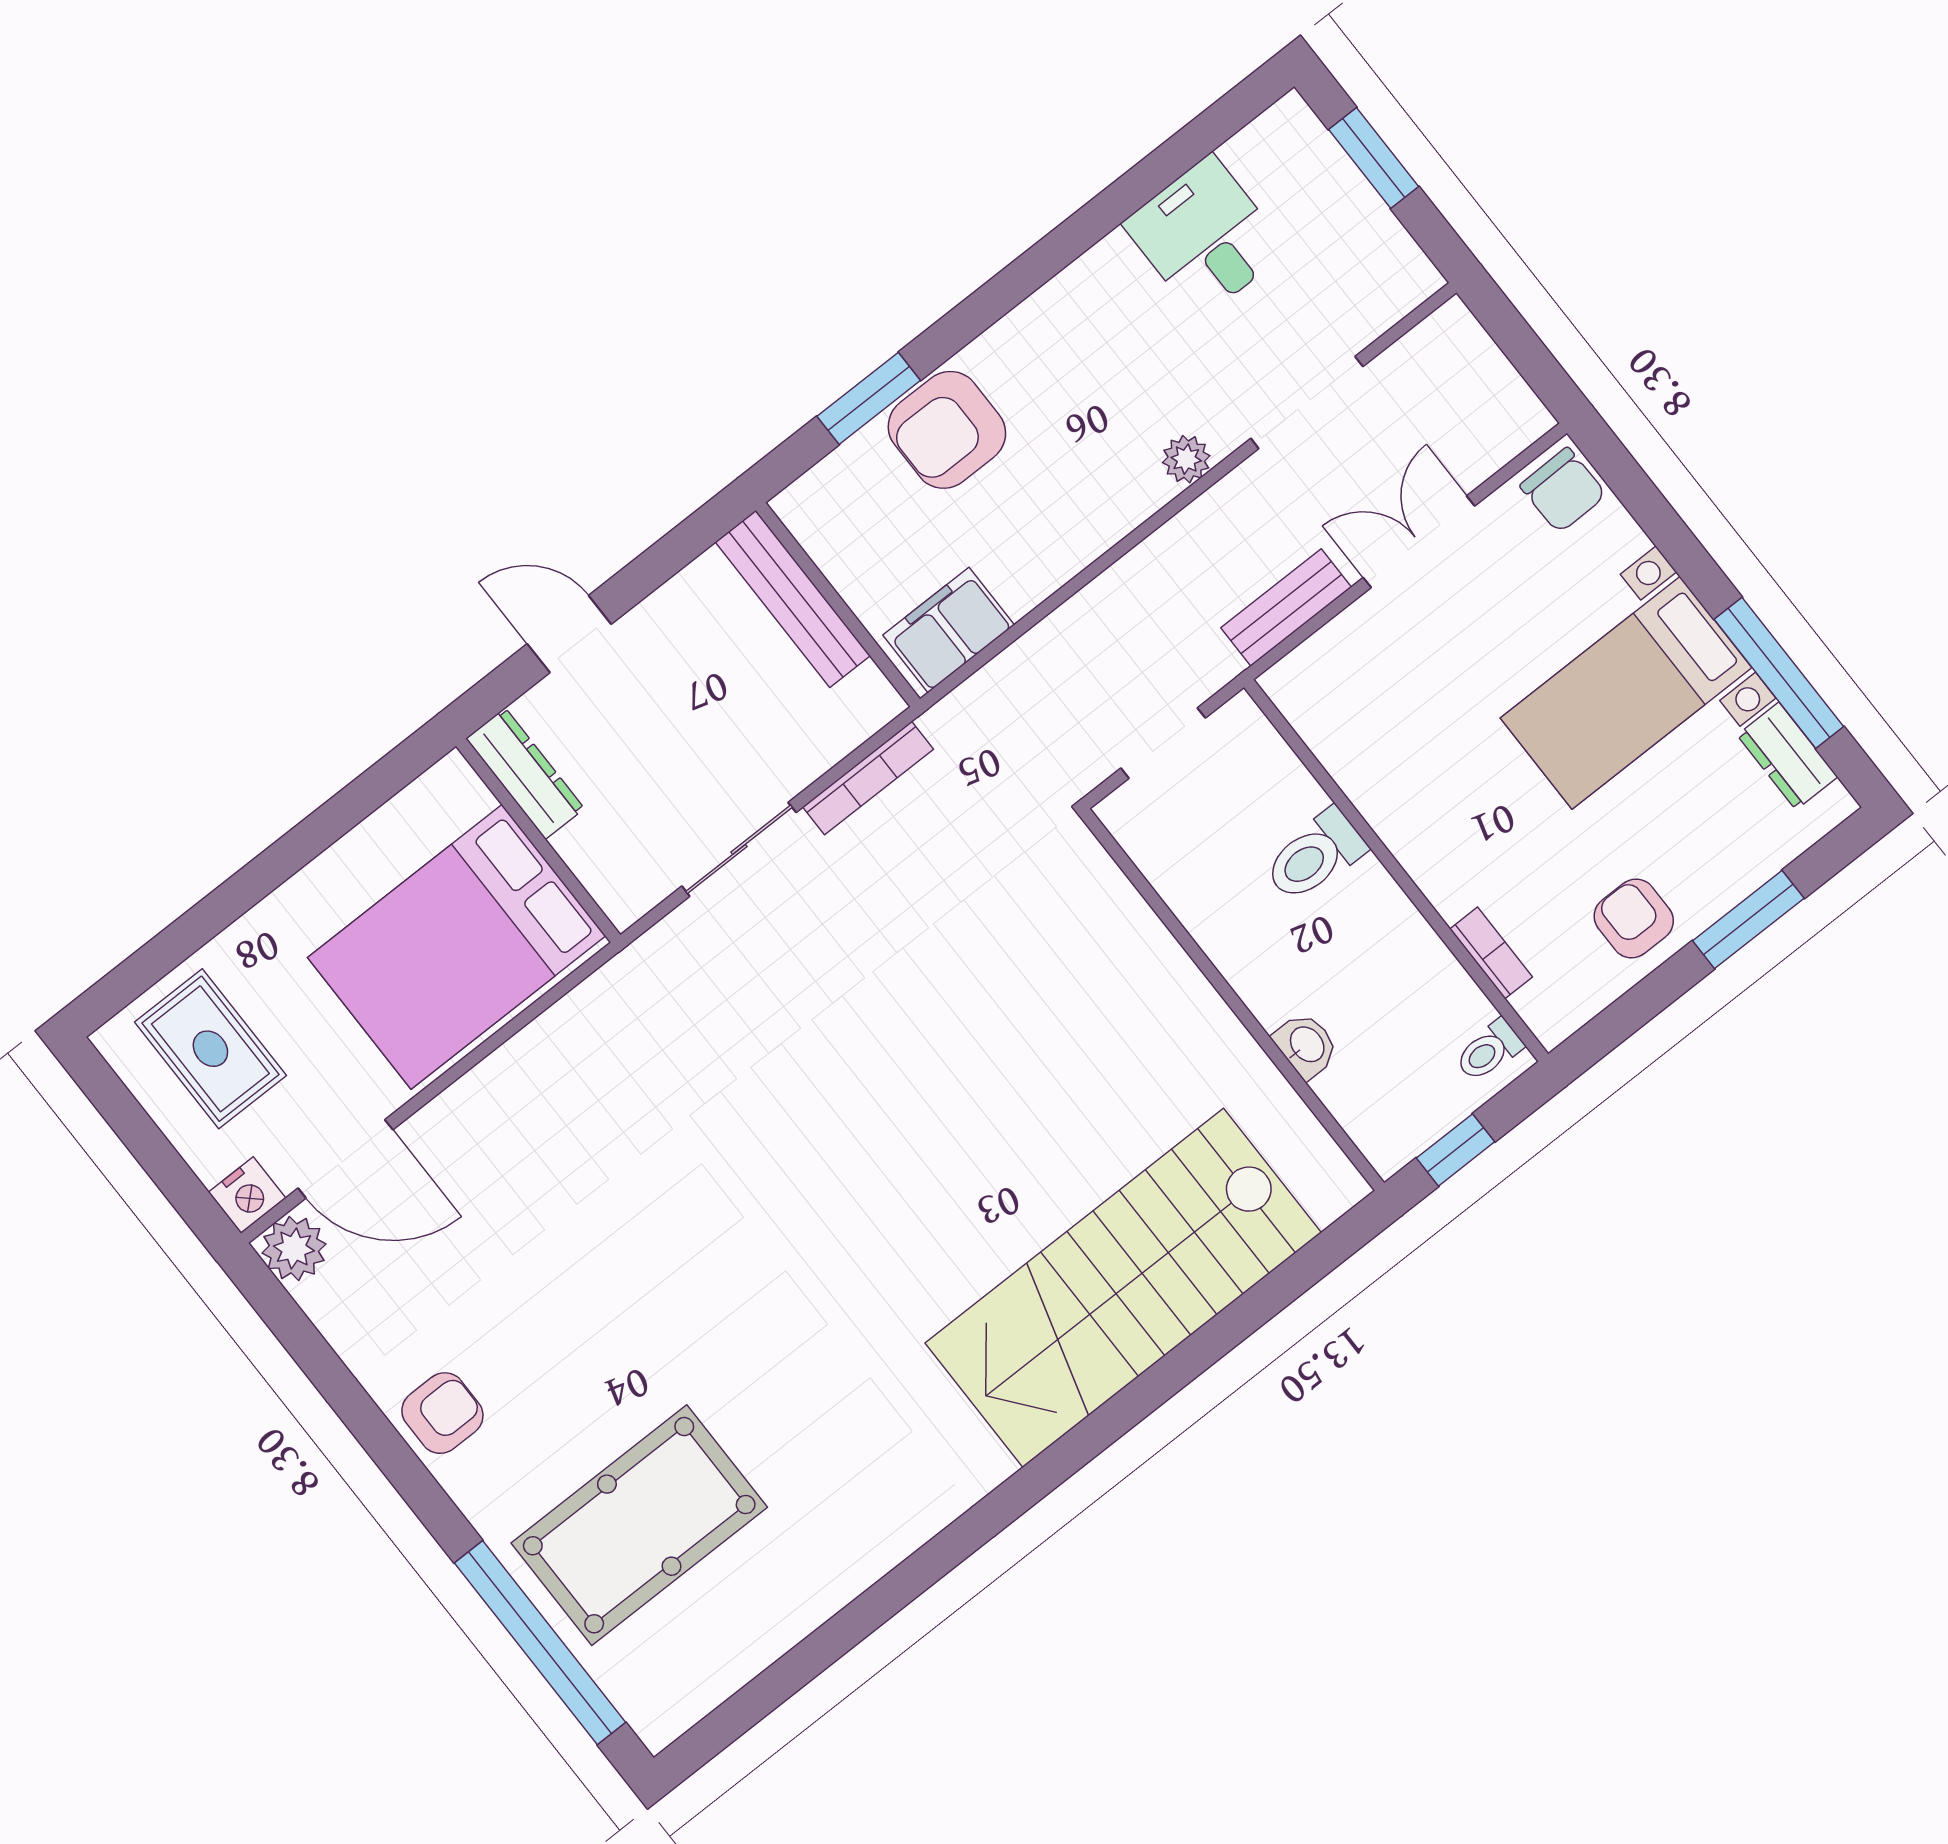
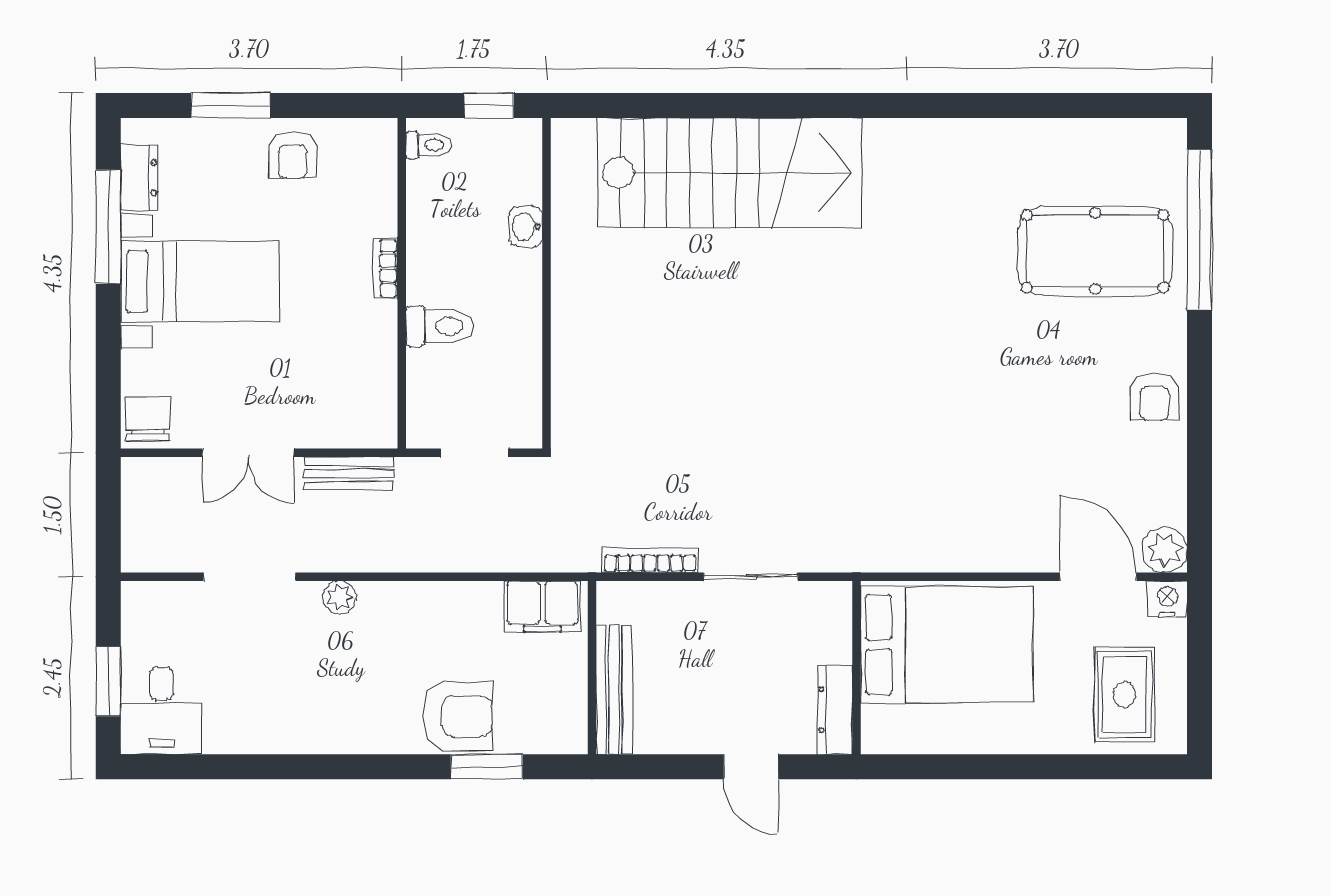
desk: (1205, 237) -> (161, 711), moved
bookcase: (1491, 953) -> (385, 268), moved
armchair: (442, 1413) -> (1154, 397), turned -90

